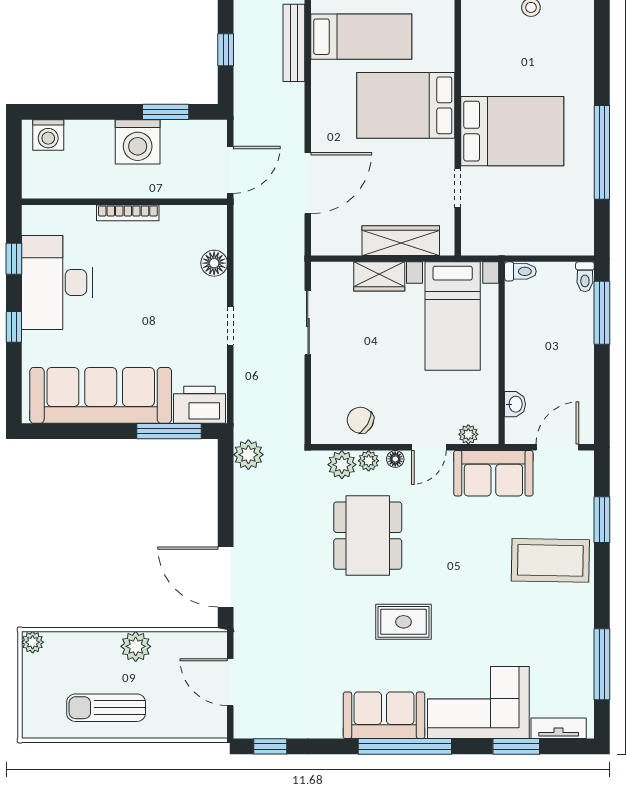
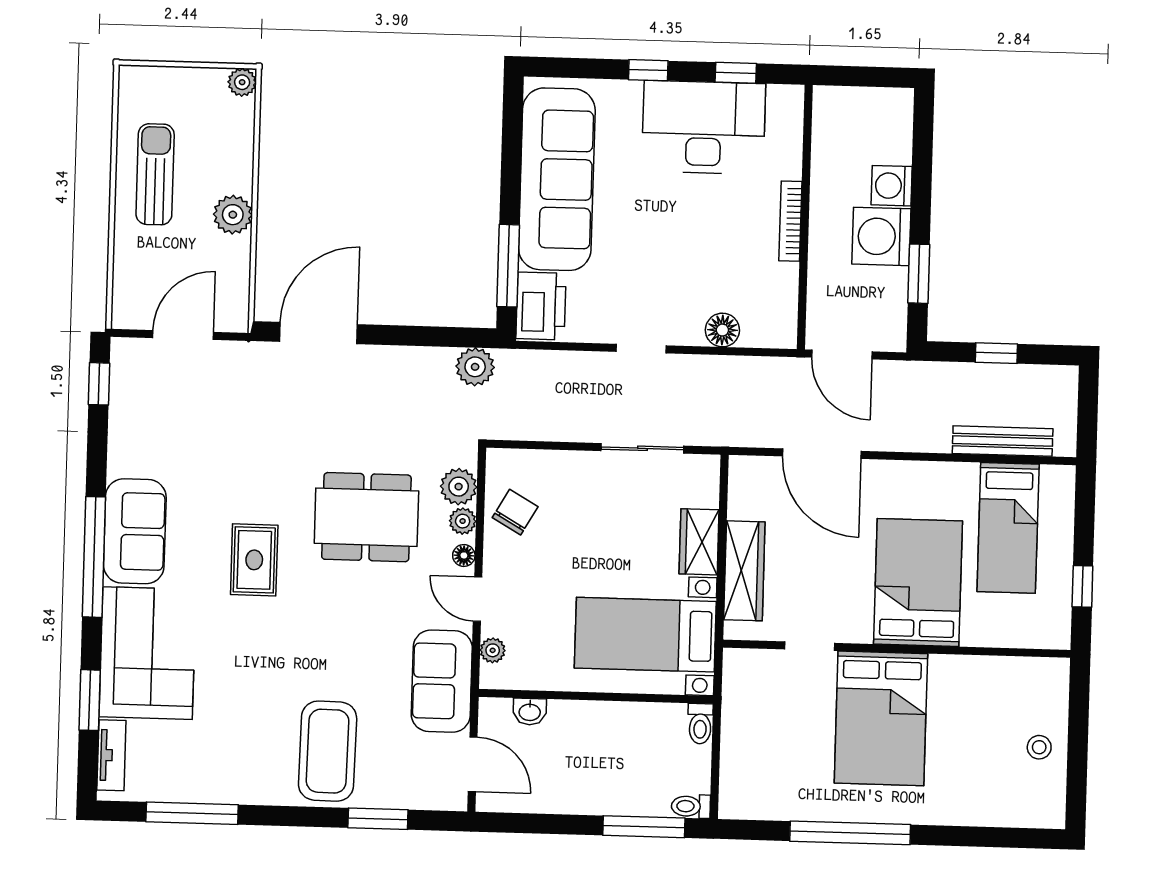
washing machine: (48, 135) -> (892, 186), moved

